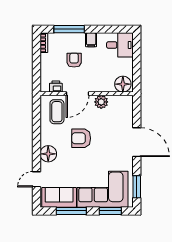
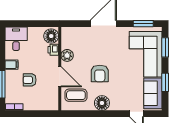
printer: (56, 87) -> (53, 50), moved
floor lamp: (48, 154) -> (102, 103), moved
window: (71, 211) -> (165, 82), width x0.69

